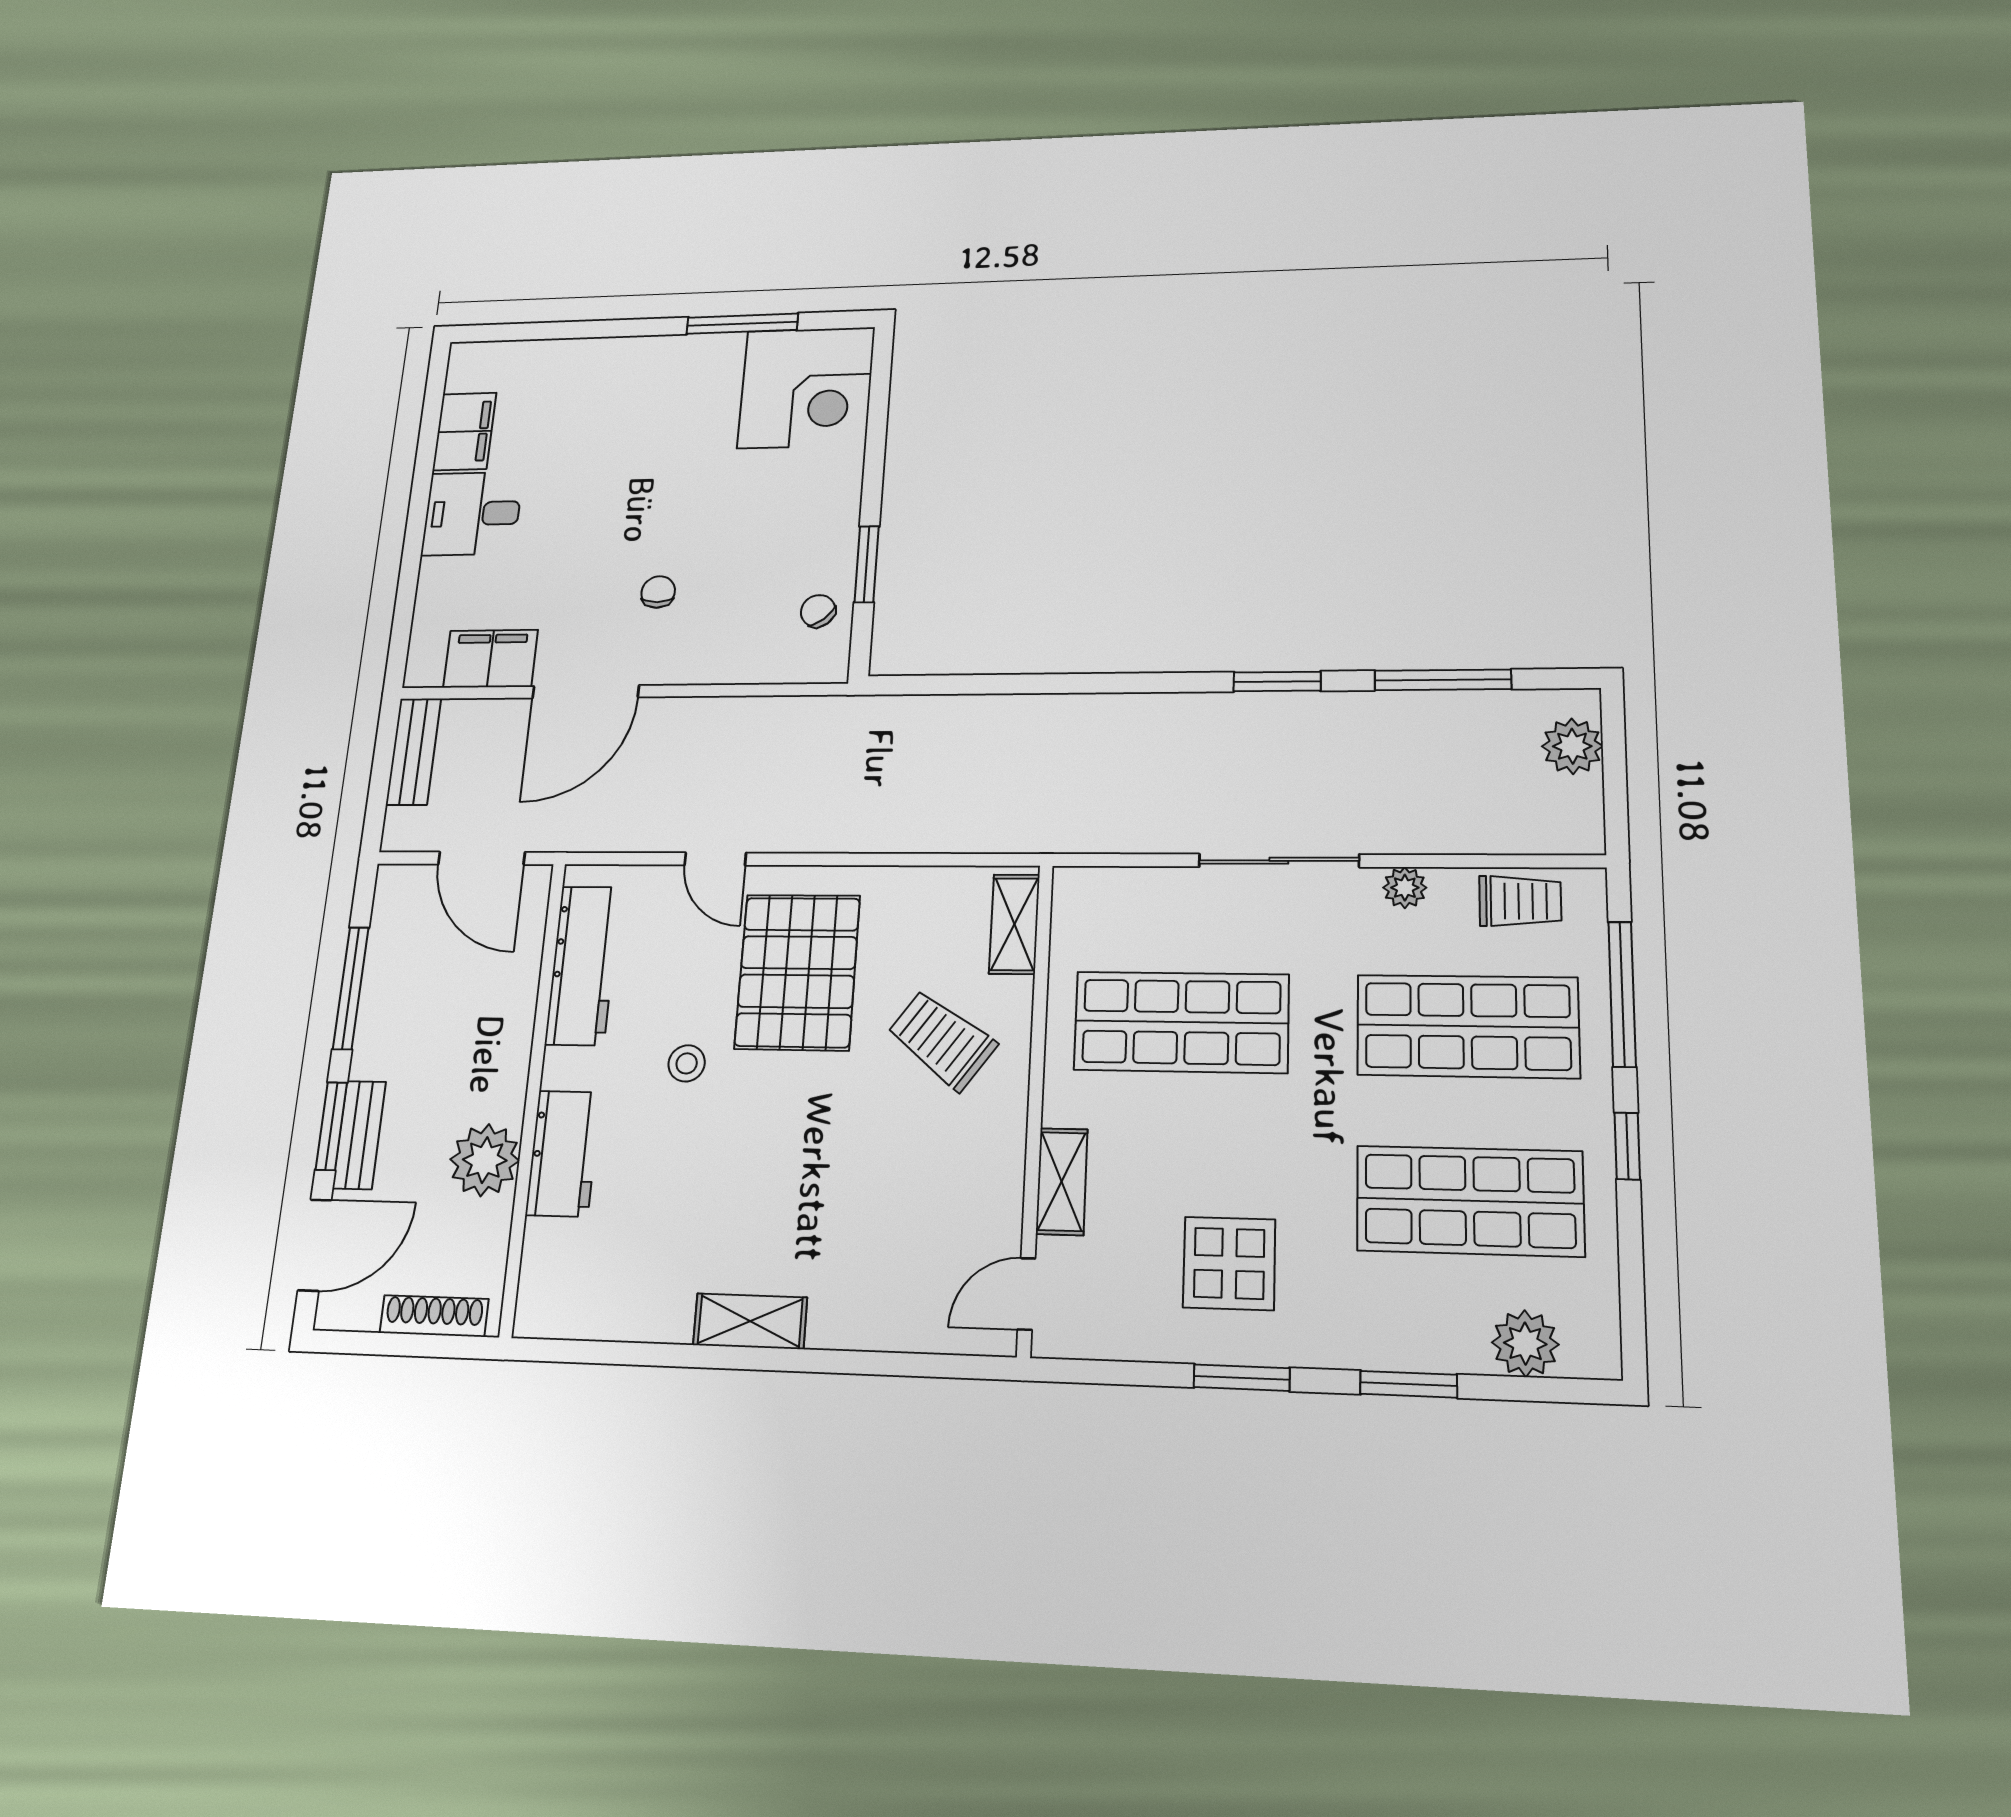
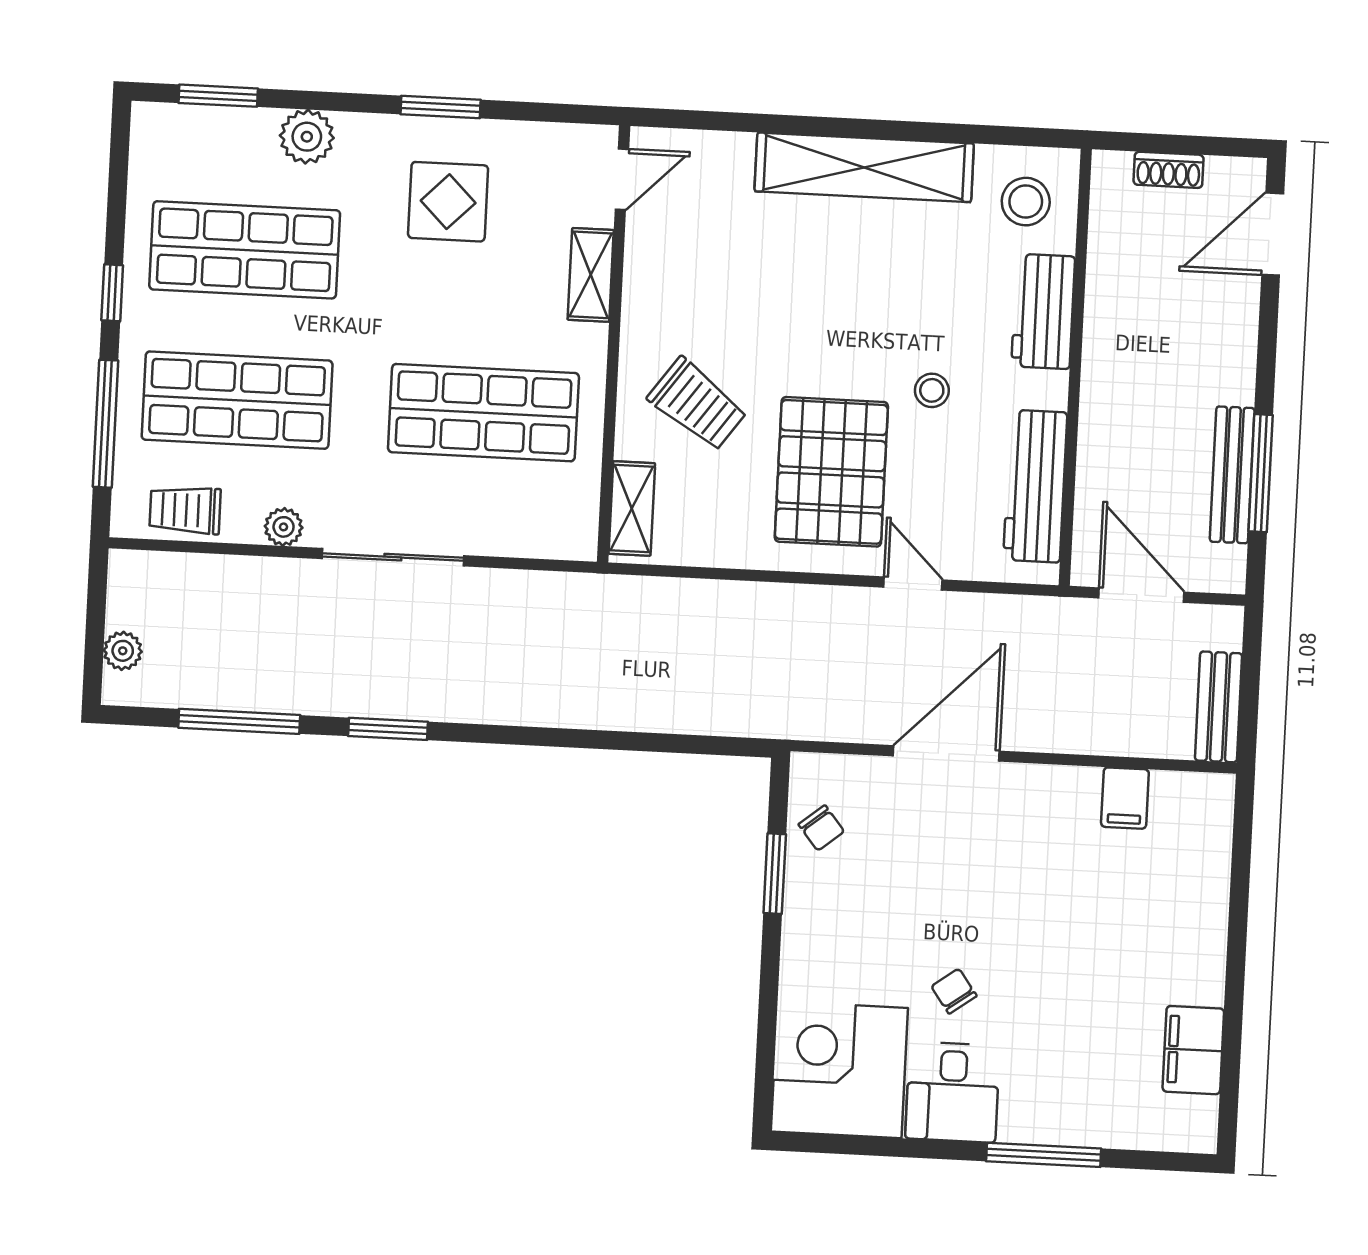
window: (742, 324) -> (1044, 1155), moved
desk: (472, 514) -> (953, 1092), moved, turned 90
chair: (658, 592) -> (954, 991), moved, turned 144
filing cabinet: (491, 659) -> (1125, 798), width x0.50
door: (586, 692) -> (946, 753), moved
plant: (1572, 746) -> (123, 651), width x0.73, depth x0.73
window: (331, 1126) -> (1267, 343), removed
bench: (359, 1135) -> (1232, 475), moved, width x1.36
plant: (485, 1160) -> (1117, 307), removed
stool: (575, 1276) -> (1026, 202), added
shoe rack: (434, 1316) -> (1169, 170), width x0.70
shelving: (750, 1321) -> (864, 167), width x2.20, depth x1.33
plant: (1525, 1343) -> (307, 137), moved
window: (1409, 1384) -> (218, 96), moved

